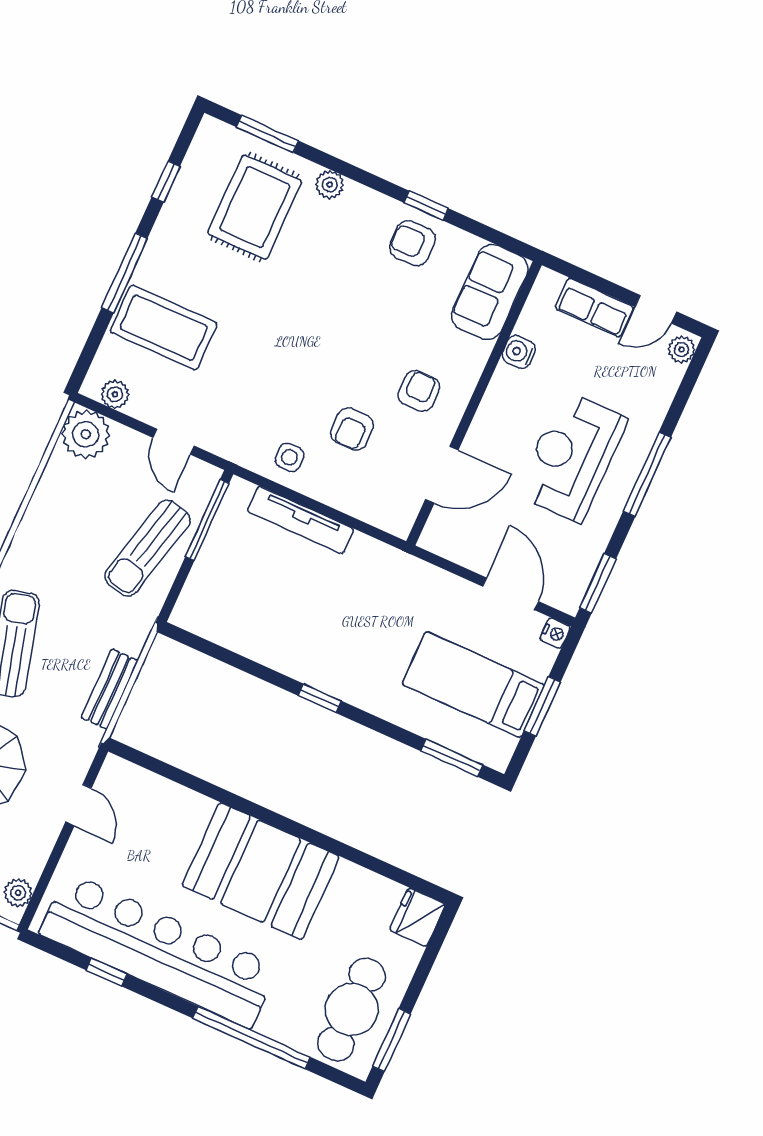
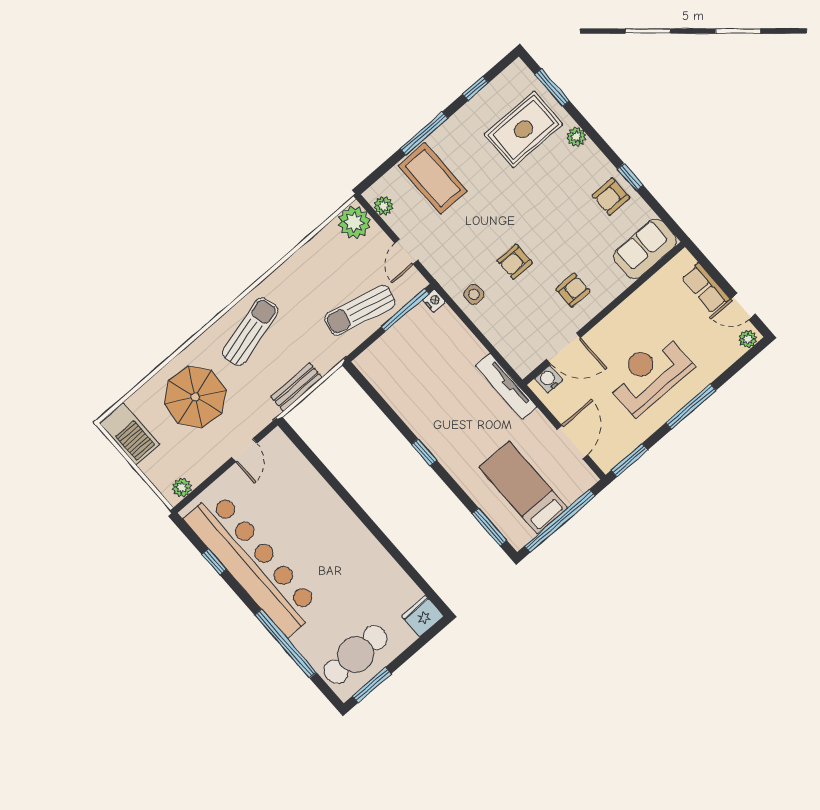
armchair: (412, 243) -> (611, 197), turned -90
water cooler: (519, 352) -> (549, 379), moved
armchair: (352, 429) -> (515, 262), moved
tv unit: (301, 520) -> (506, 386), moved
nightstand: (555, 633) -> (434, 301), moved, turned -90
window: (542, 706) -> (560, 521), width x2.11
booth: (261, 871) -> (339, 543), removed

